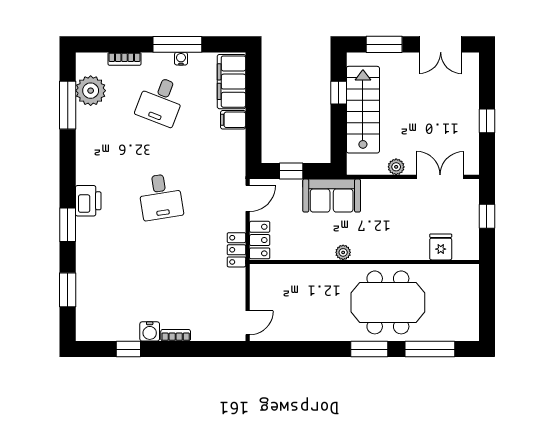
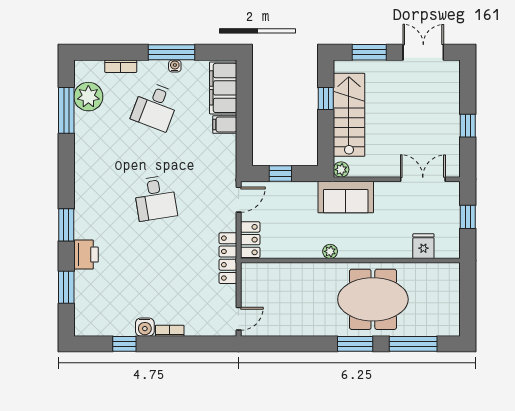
double door: (441, 44) -> (423, 52), swing flipped
plant: (396, 167) -> (341, 170), moved
sofa: (332, 196) -> (346, 197), moved
printer: (88, 201) -> (86, 255), moved
locker: (236, 250) -> (228, 258), width x1.53

